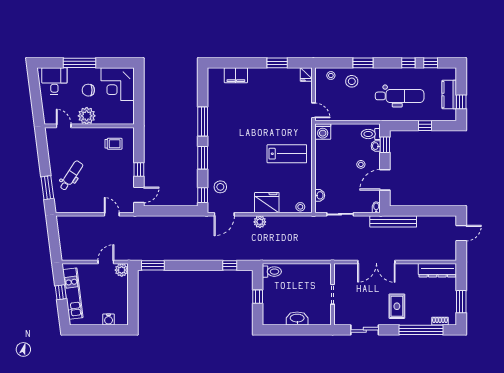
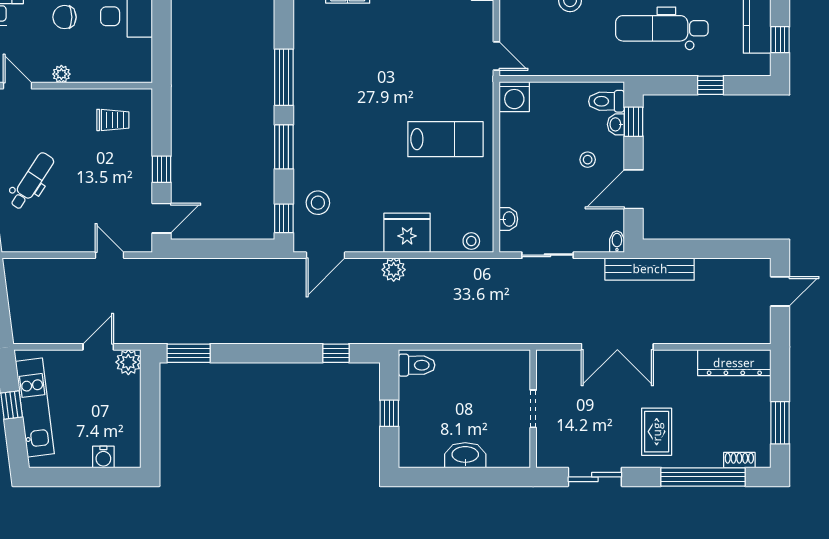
dental chair: (400, 96) -> (662, 28), turned 180
plant: (87, 116) -> (61, 74), width x0.53, depth x0.53

